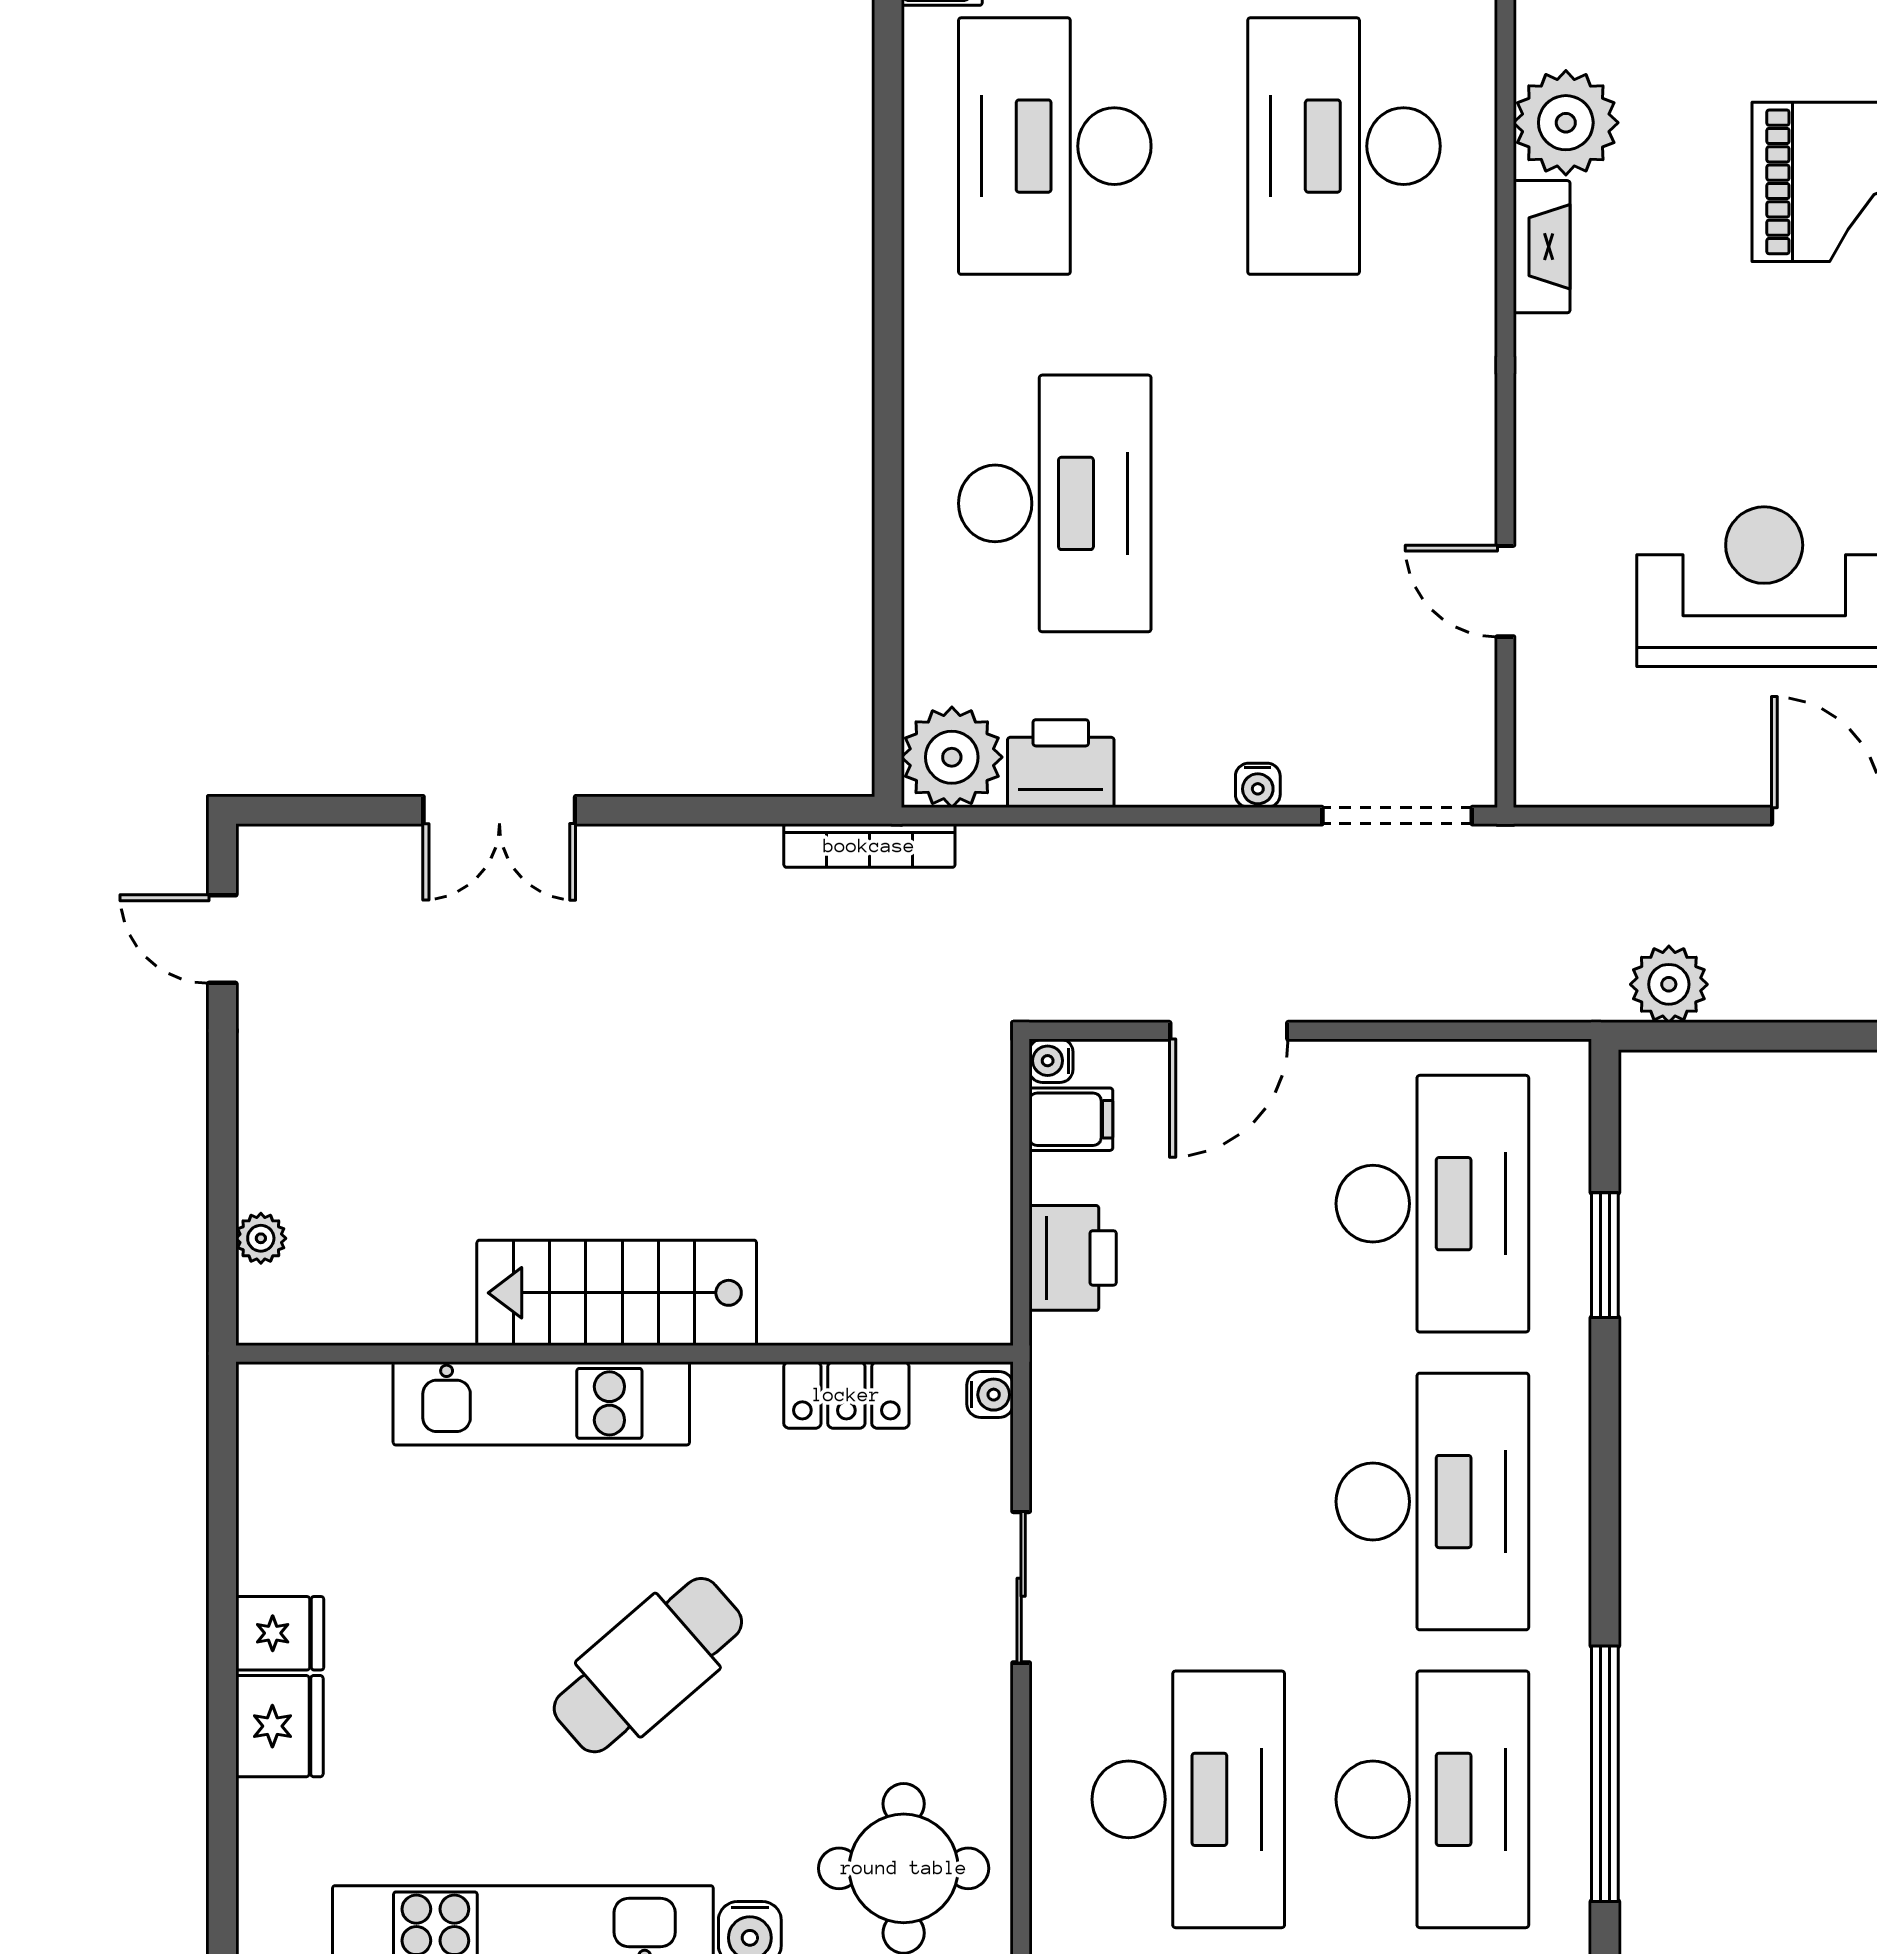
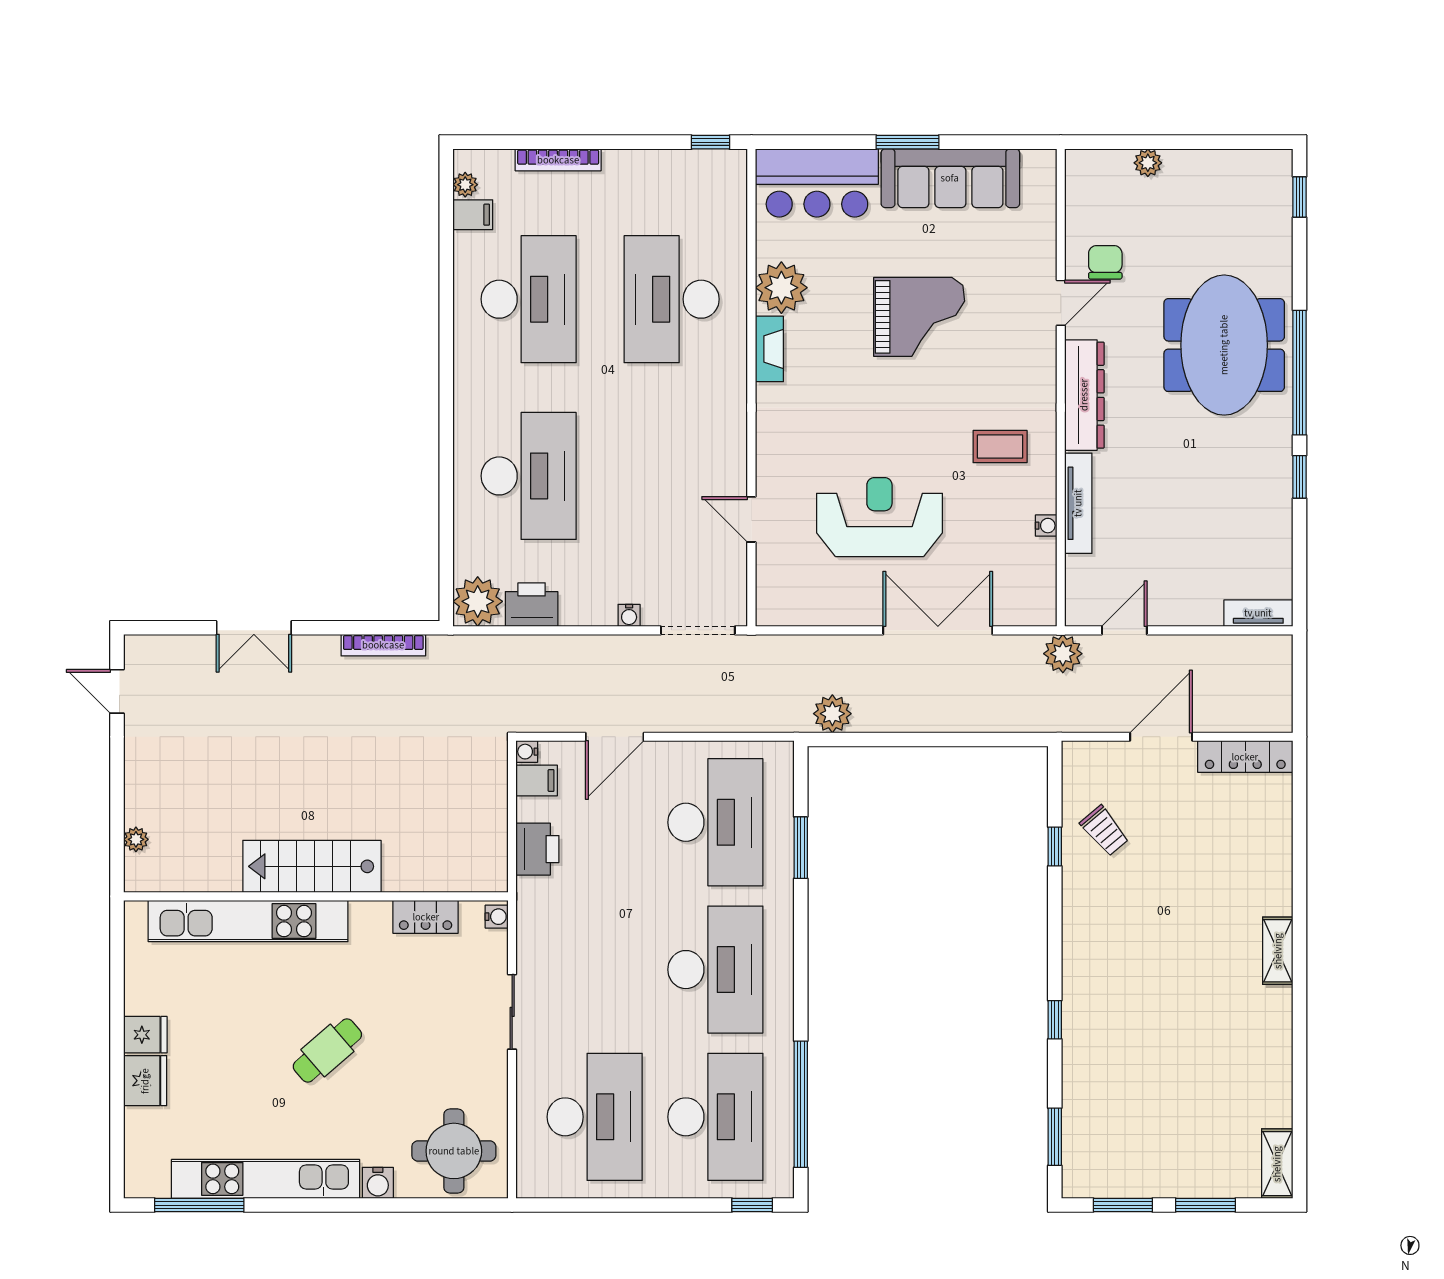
desk: (1055, 146) -> (529, 299), turned 180
bookcase: (869, 846) -> (383, 645), moved
kitchen unit: (541, 1403) -> (248, 921), width x1.36
cafe table: (648, 1665) -> (327, 1050), width x0.73, depth x0.74

